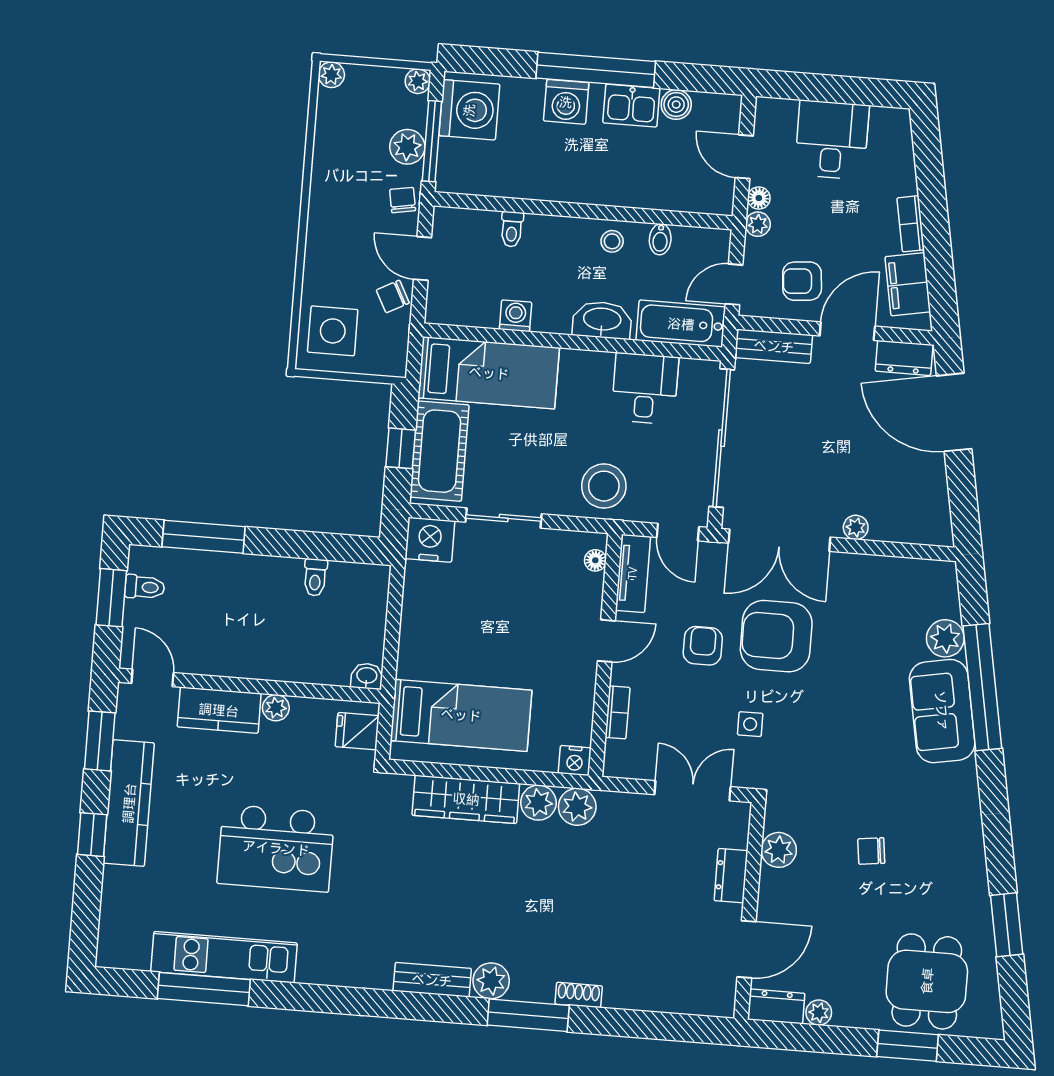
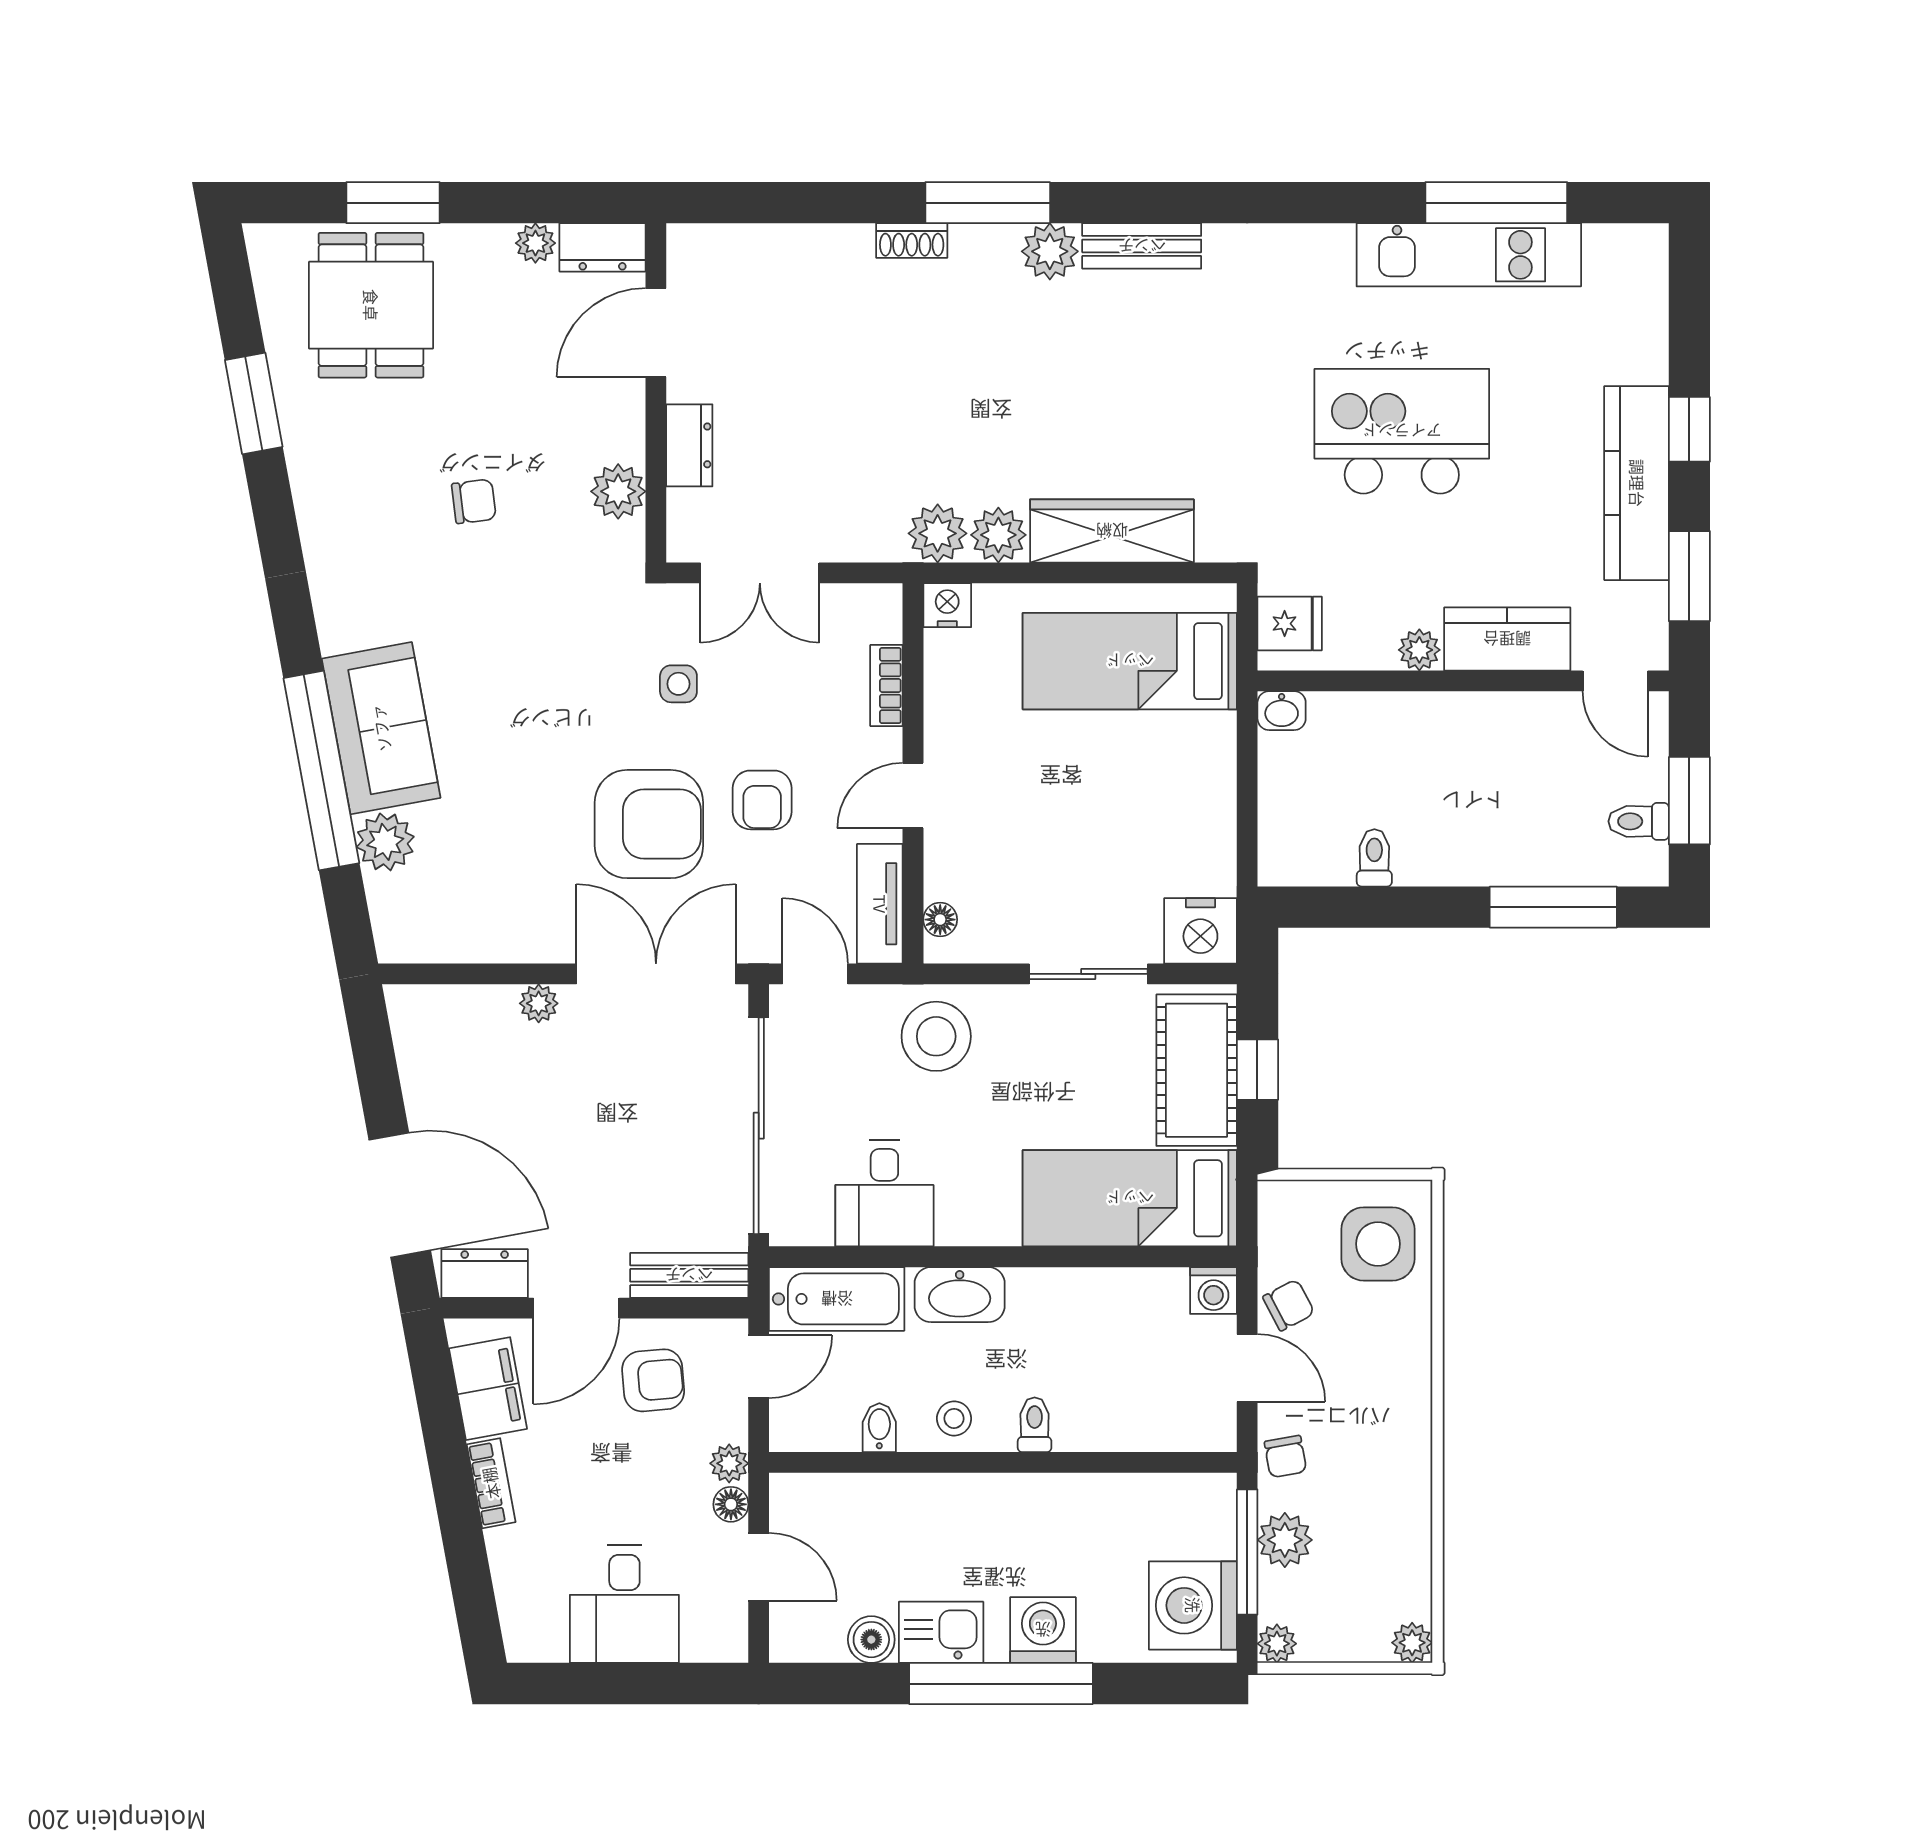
toilet: (512, 229) -> (1035, 1425), moved
washing machine: (516, 316) -> (1213, 1290), moved

